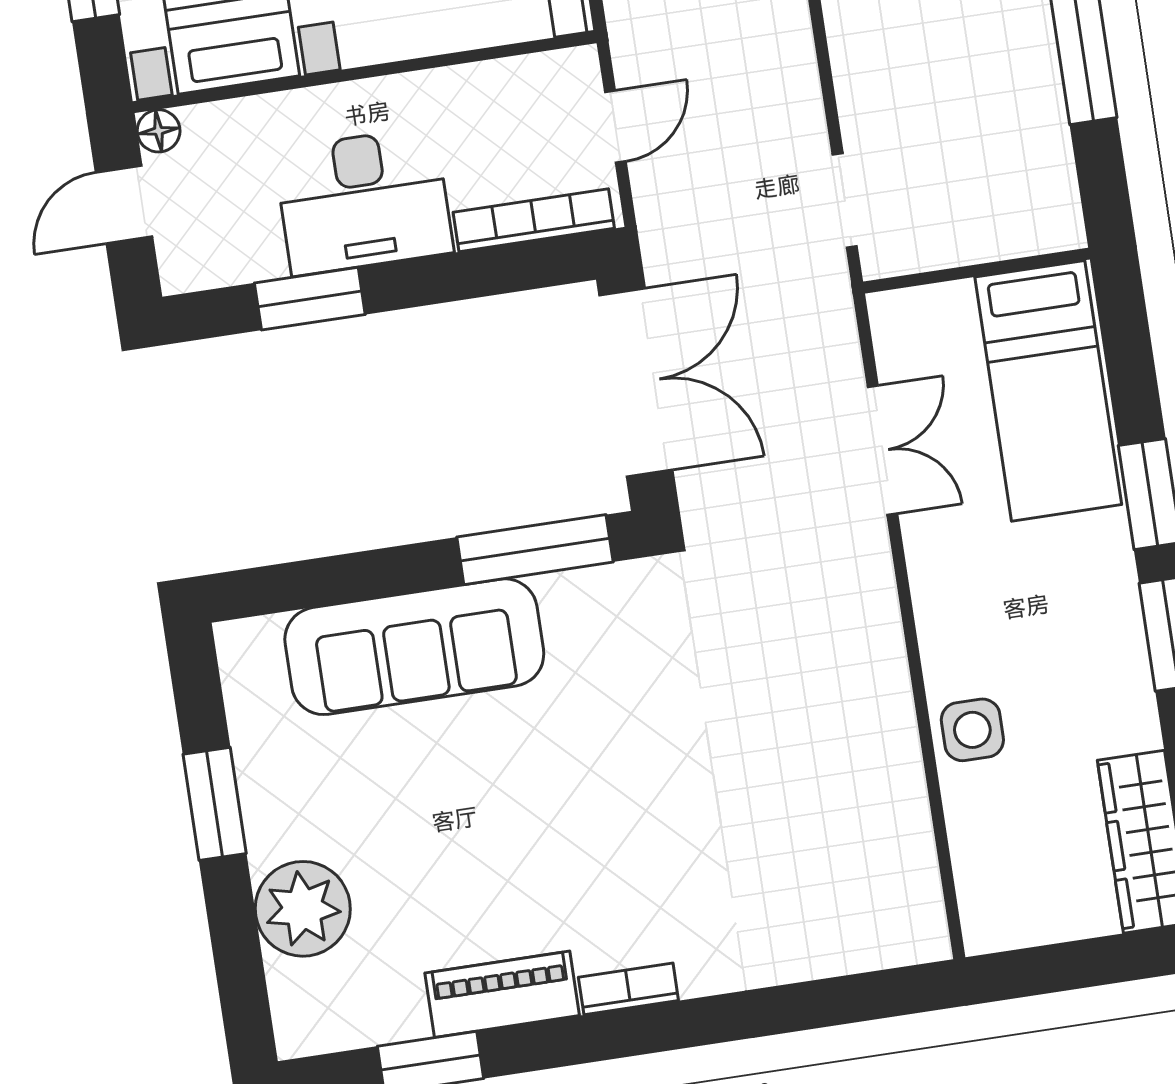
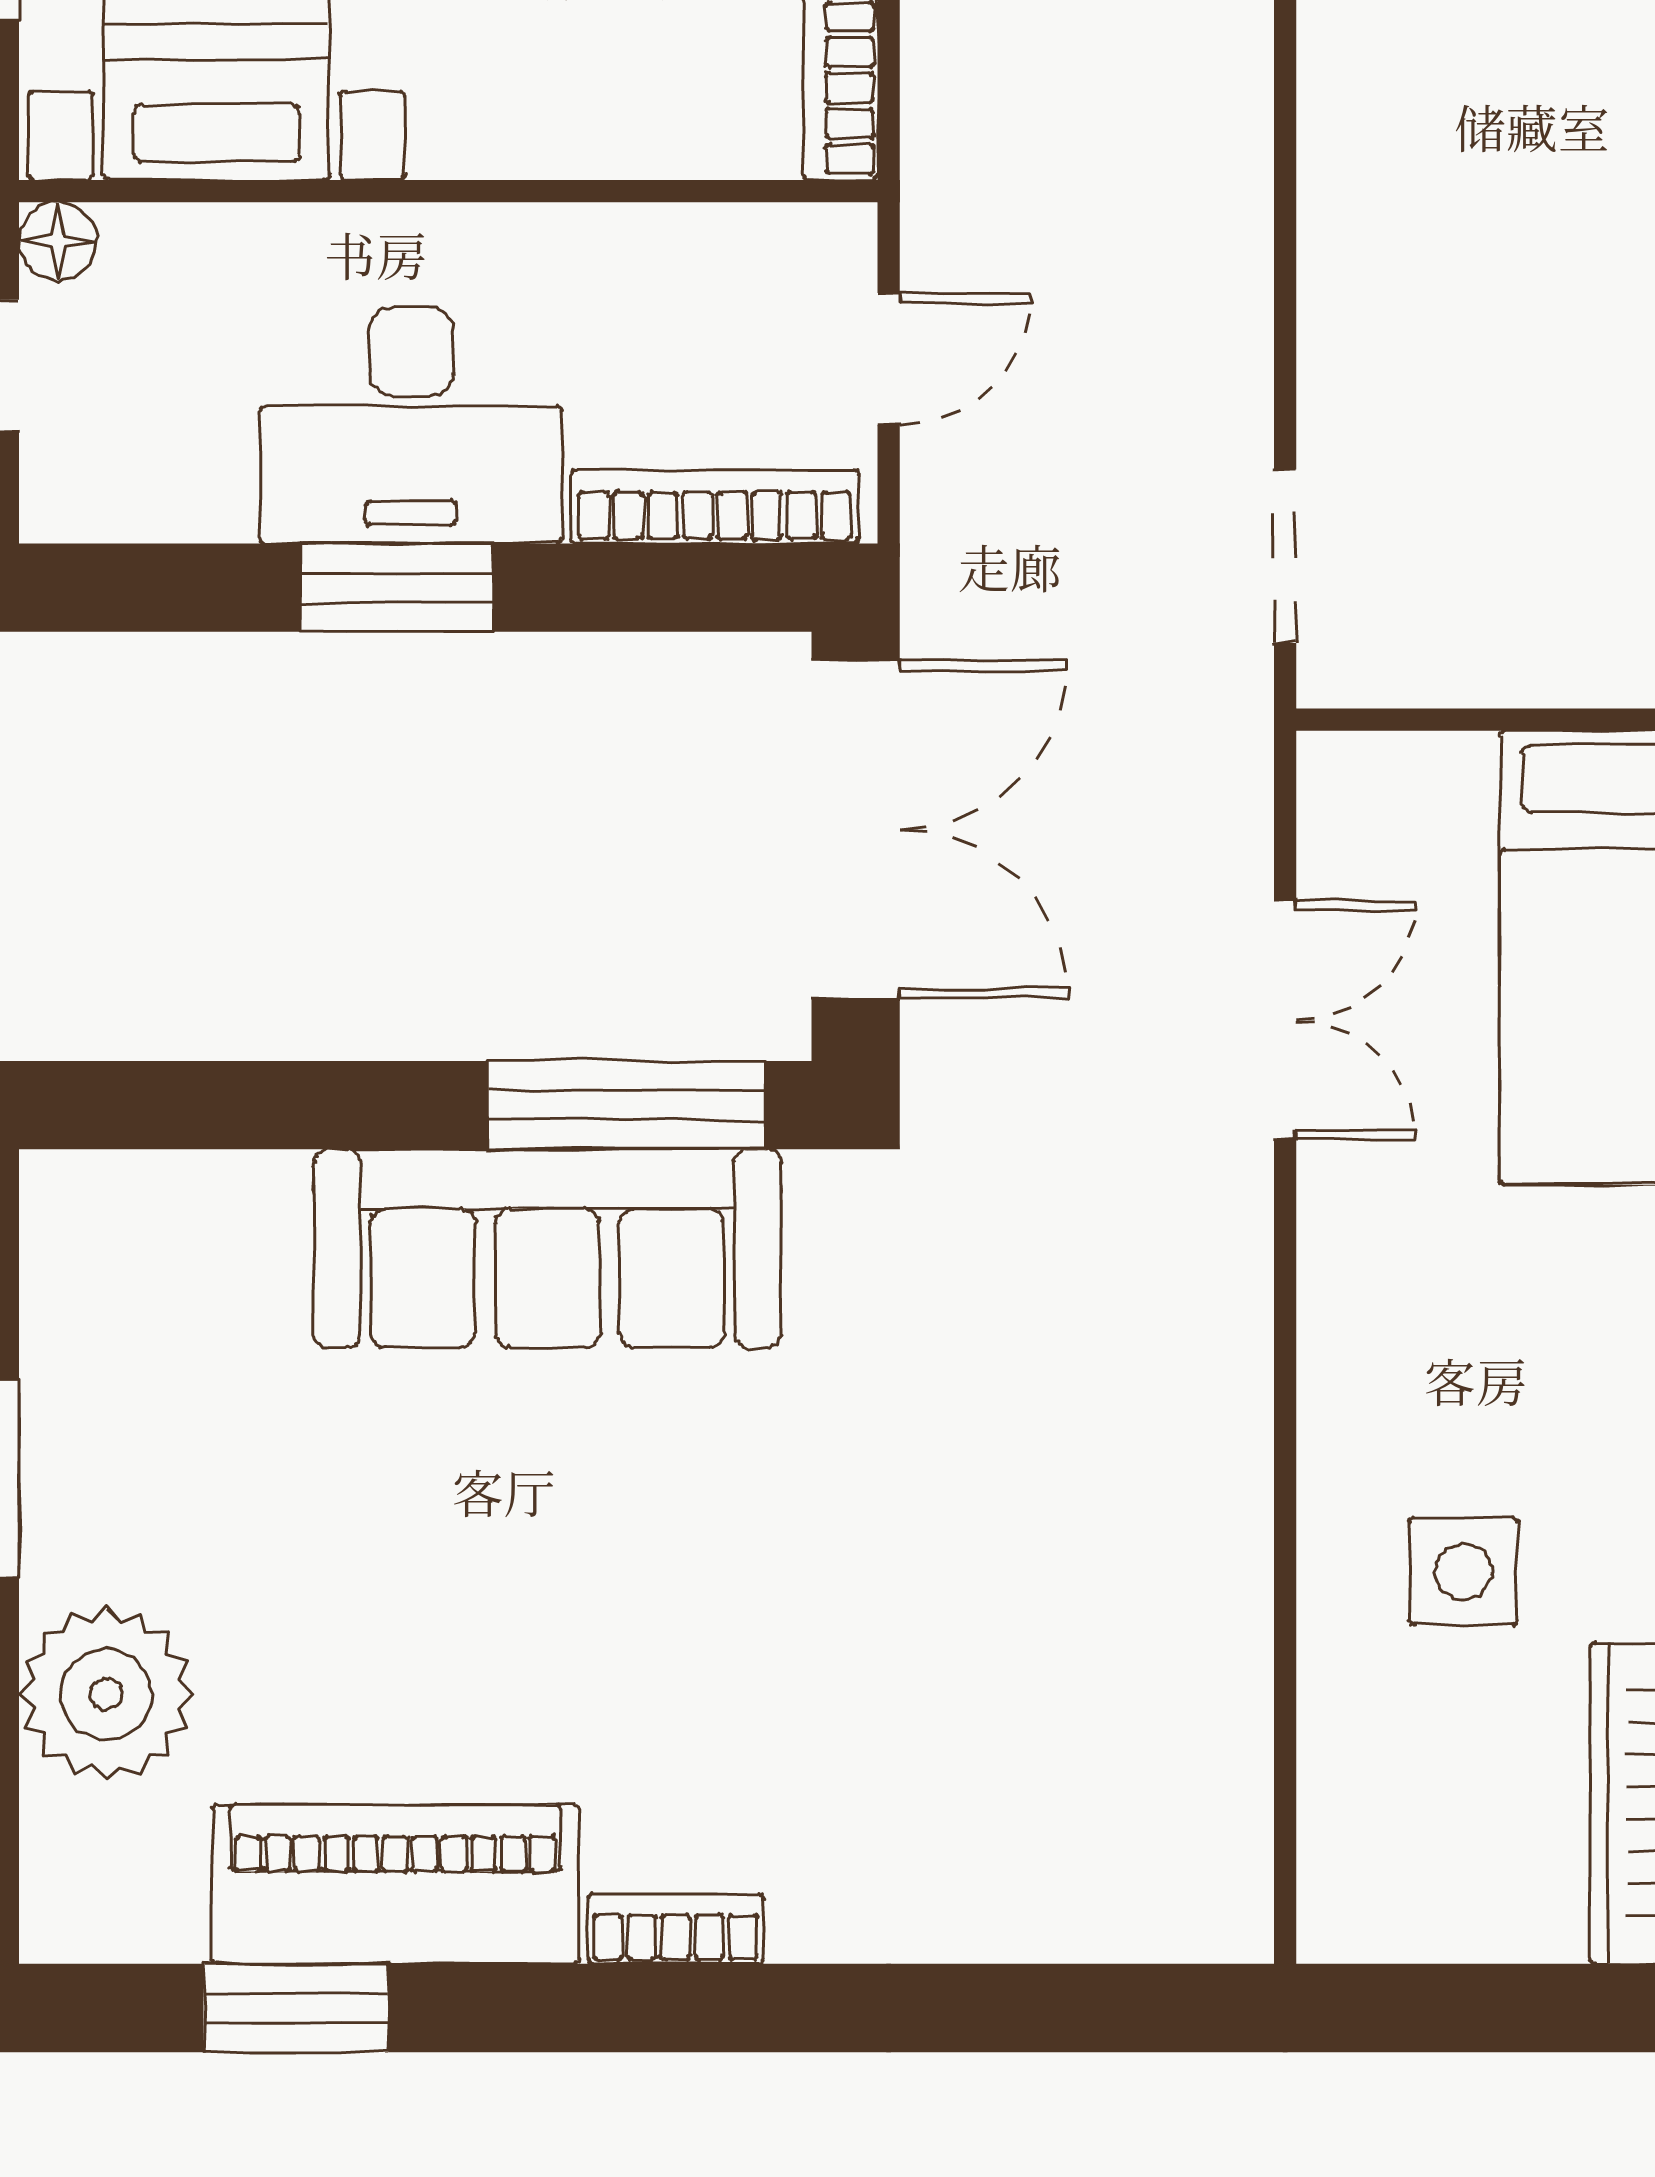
window: (310, 299) -> (397, 588), moved
sofa: (414, 647) -> (547, 1248), moved
side table: (972, 730) -> (1463, 1572), moved
piano: (502, 994) -> (395, 1884), width x1.37, depth x1.33

